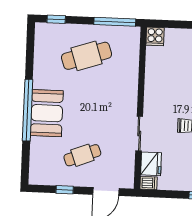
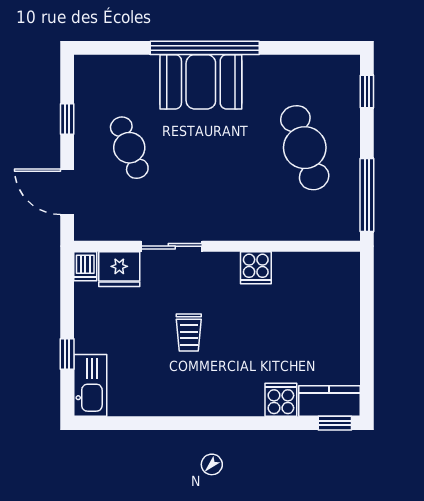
cooker: (155, 36) -> (256, 268), moved, turned -90

